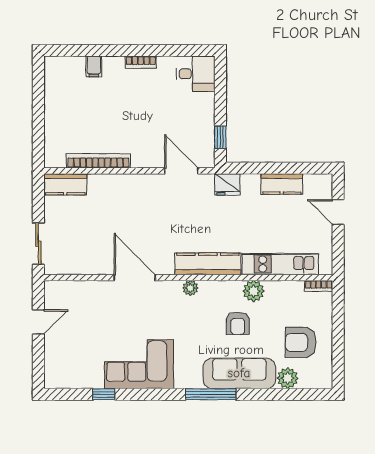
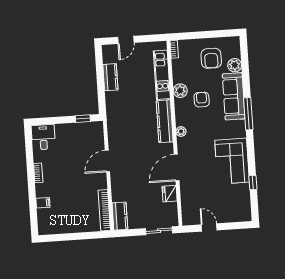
bookcase: (98, 161) -> (104, 210), moved
door: (181, 171) -> (107, 161), moved
fridge: (227, 184) -> (170, 194), moved, turned 180
armchair: (238, 323) -> (202, 100), turned -90

